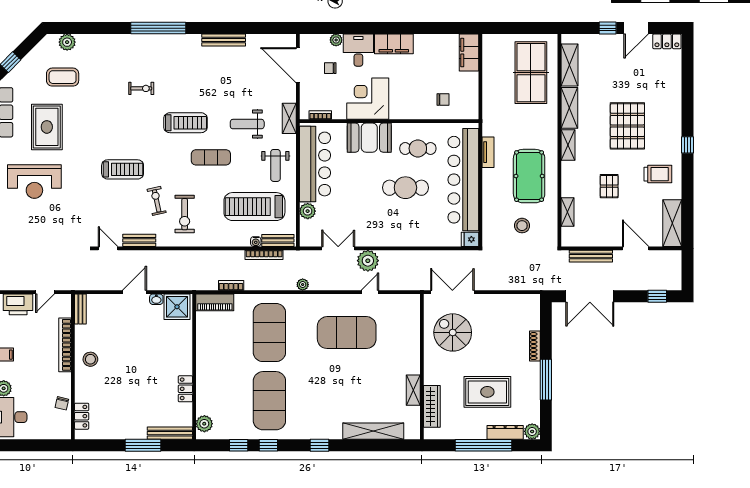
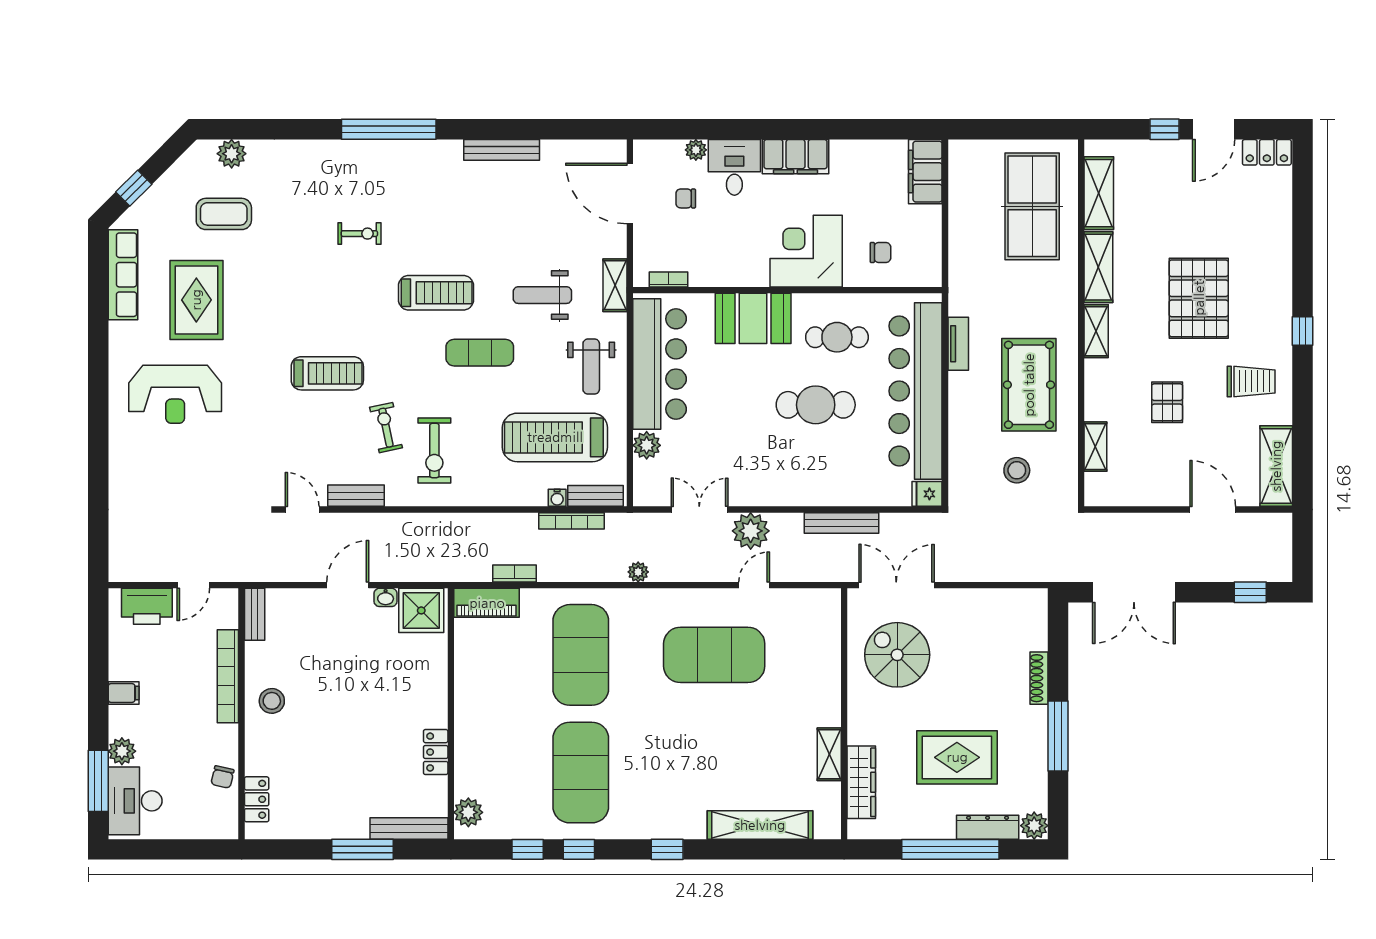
corner desk: (368, 99) -> (806, 251), moved
bench: (591, 256) -> (842, 523), moved

